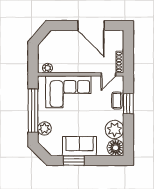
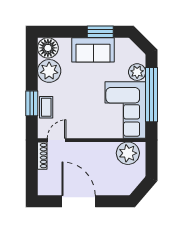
plant: (48, 68) -> (128, 153), width x1.87, depth x1.87
corner sofa: (68, 92) -> (125, 110), moved, turned -90

